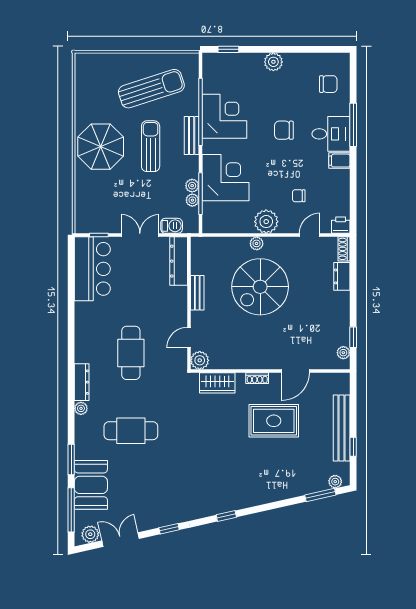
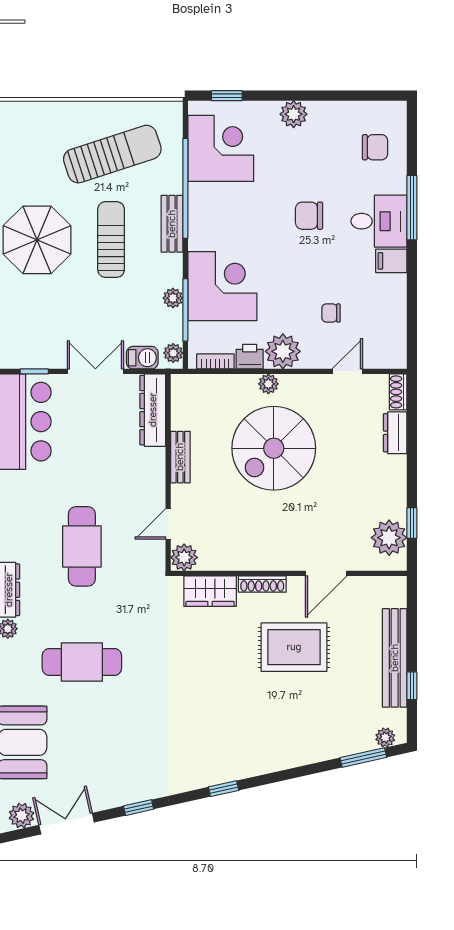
corner desk: (224, 116) -> (221, 148), moved
plant: (192, 200) -> (173, 353), moved
printer: (341, 225) -> (250, 357), moved
bookcase: (221, 228) -> (215, 361), added
plant: (343, 353) -> (389, 538), width x1.88, depth x1.88
shoe rack: (257, 378) -> (262, 584), width x1.43

